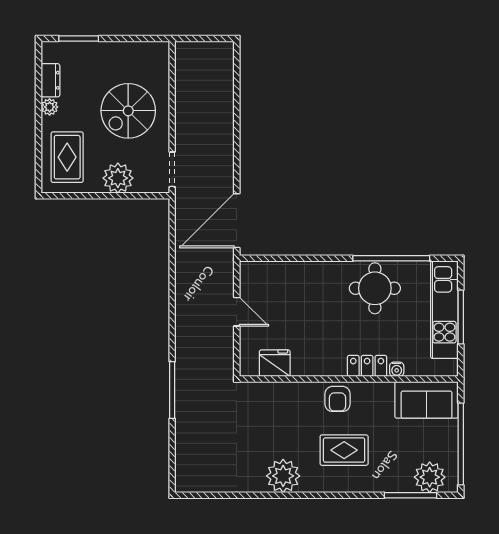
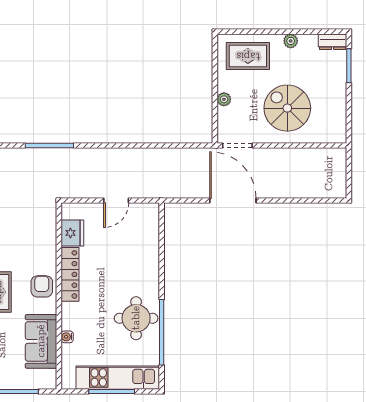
dresser: (50, 80) -> (333, 42), moved
plant: (118, 178) -> (224, 99), width x0.53, depth x0.53
door: (237, 221) -> (233, 201), moved
locker: (367, 366) -> (70, 274), moved, width x1.53
armchair: (338, 399) -> (42, 286), turned 90
sofa: (427, 400) -> (41, 341), moved

